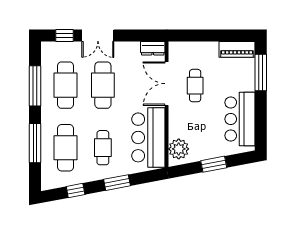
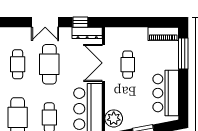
window: (65, 35) -> (80, 22), moved
dresser: (153, 48) -> (87, 33), width x1.44
cafe table: (66, 85) -> (18, 64), width x0.73, depth x0.74

